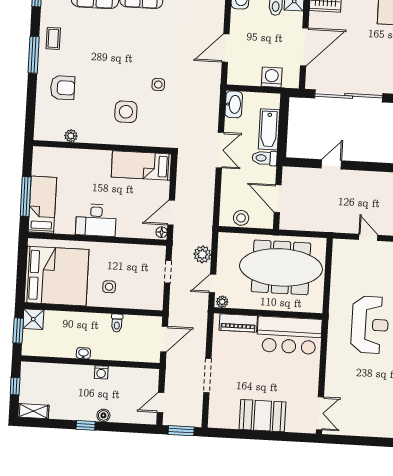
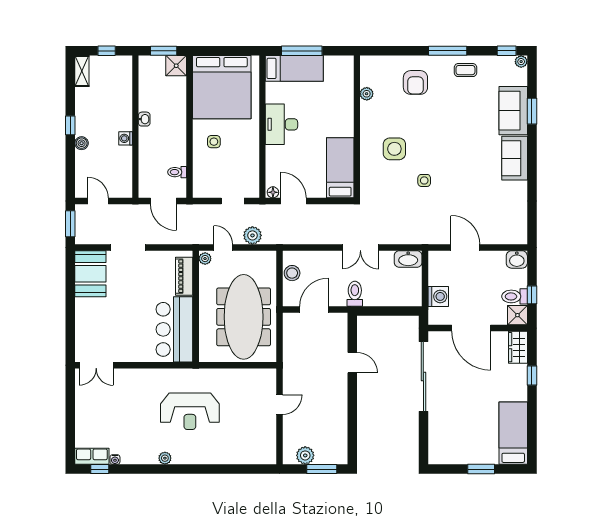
bathtub: (269, 129) -> (385, 297), removed
toilet: (117, 323) -> (177, 172), moved
booth: (263, 416) -> (90, 274), moved

